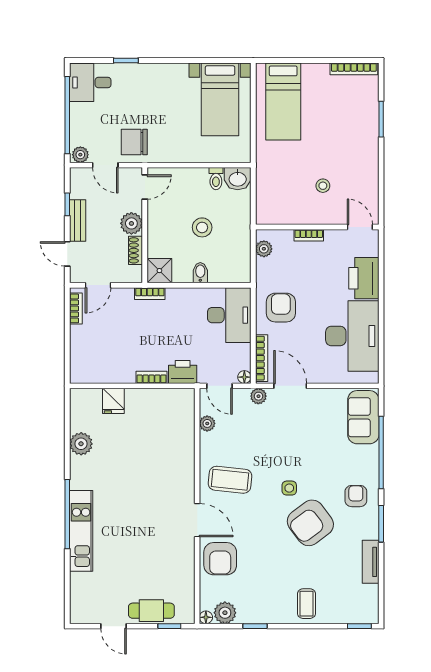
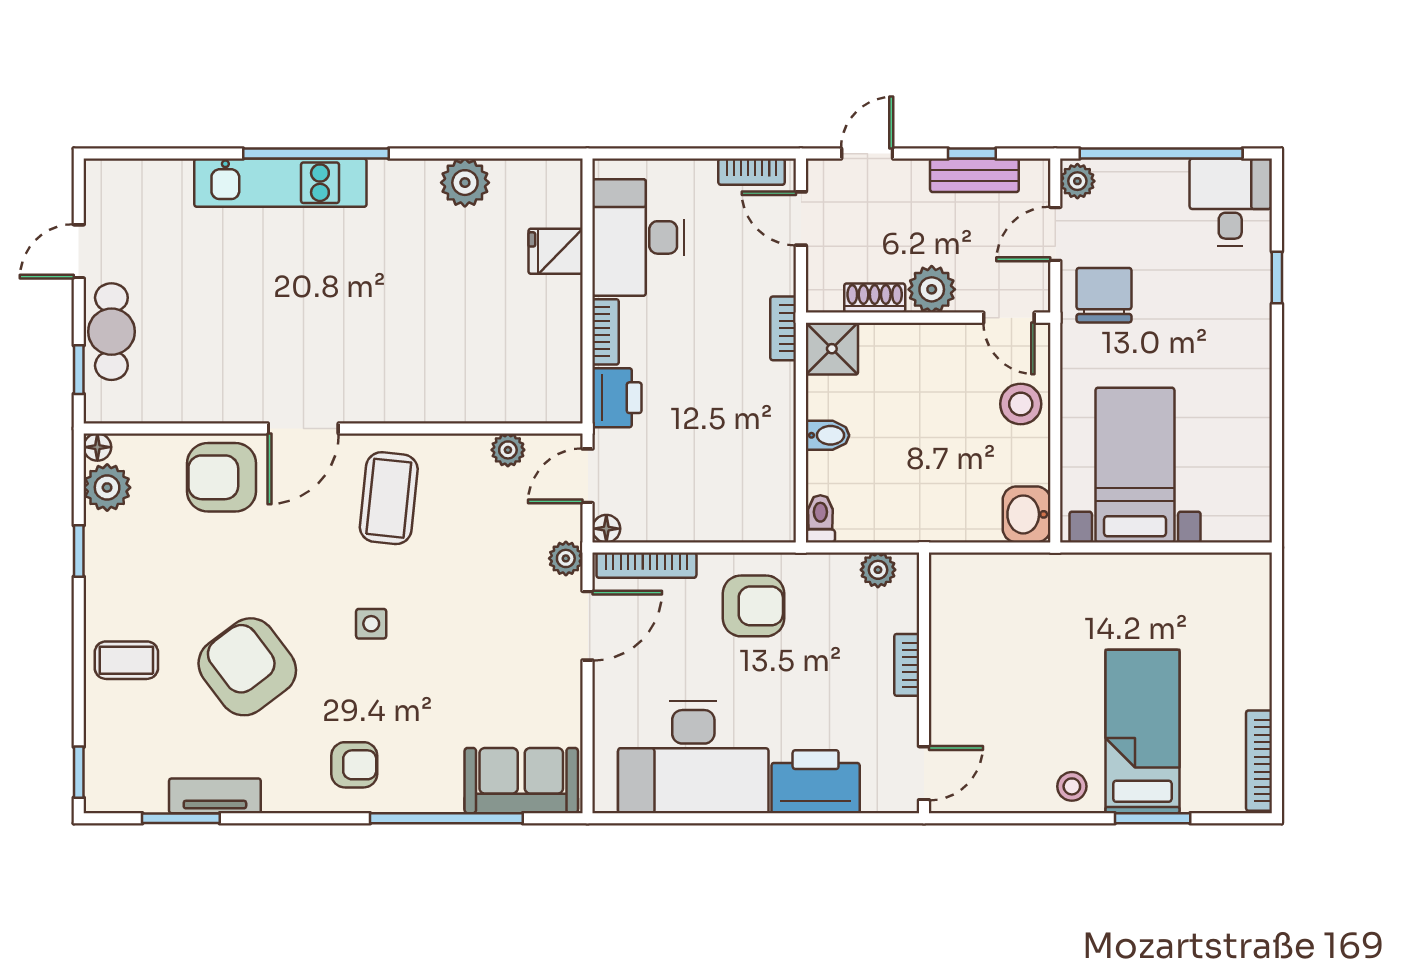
bed with nightstands: (220, 99) -> (1135, 465), moved, turned 90
bed: (283, 101) -> (1142, 731), moved, turned 90
toilet: (216, 179) -> (820, 519), moved, turned 90
stool: (323, 186) -> (1072, 786), moved
bench: (78, 220) -> (974, 175), moved
stool: (202, 227) -> (1021, 404), moved
desk: (229, 315) -> (638, 237), moved, turned 90
armchair: (310, 523) -> (247, 667), moved
window: (381, 524) -> (181, 818), moved

